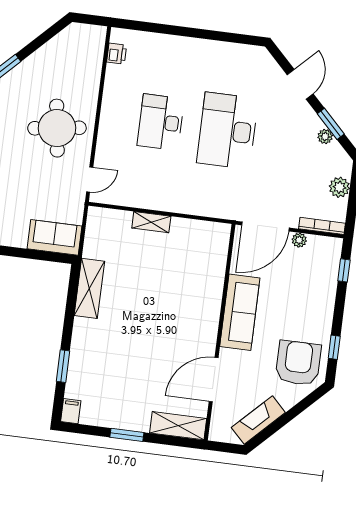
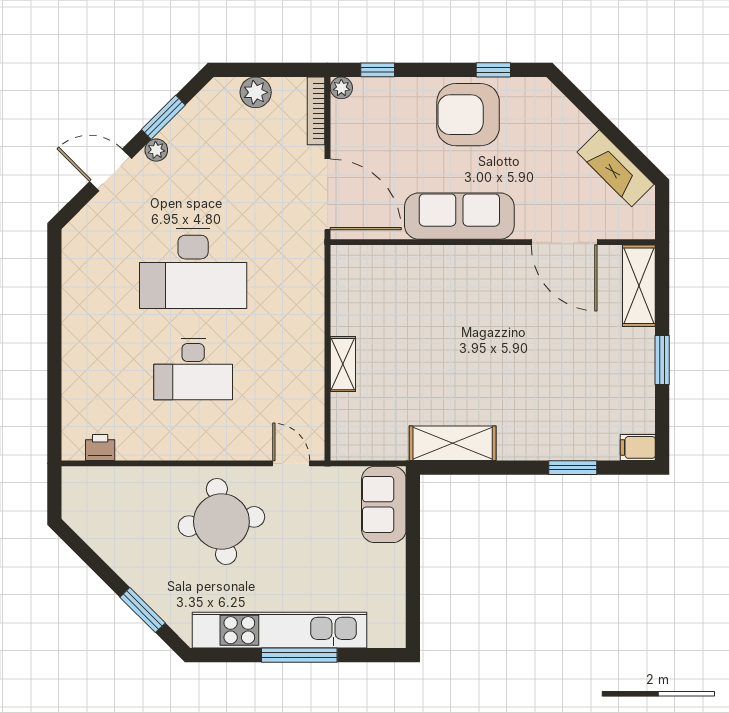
plant: (325, 136) -> (156, 150), moved
plant: (299, 240) -> (341, 88), moved
armchair: (298, 363) -> (468, 115), moved

